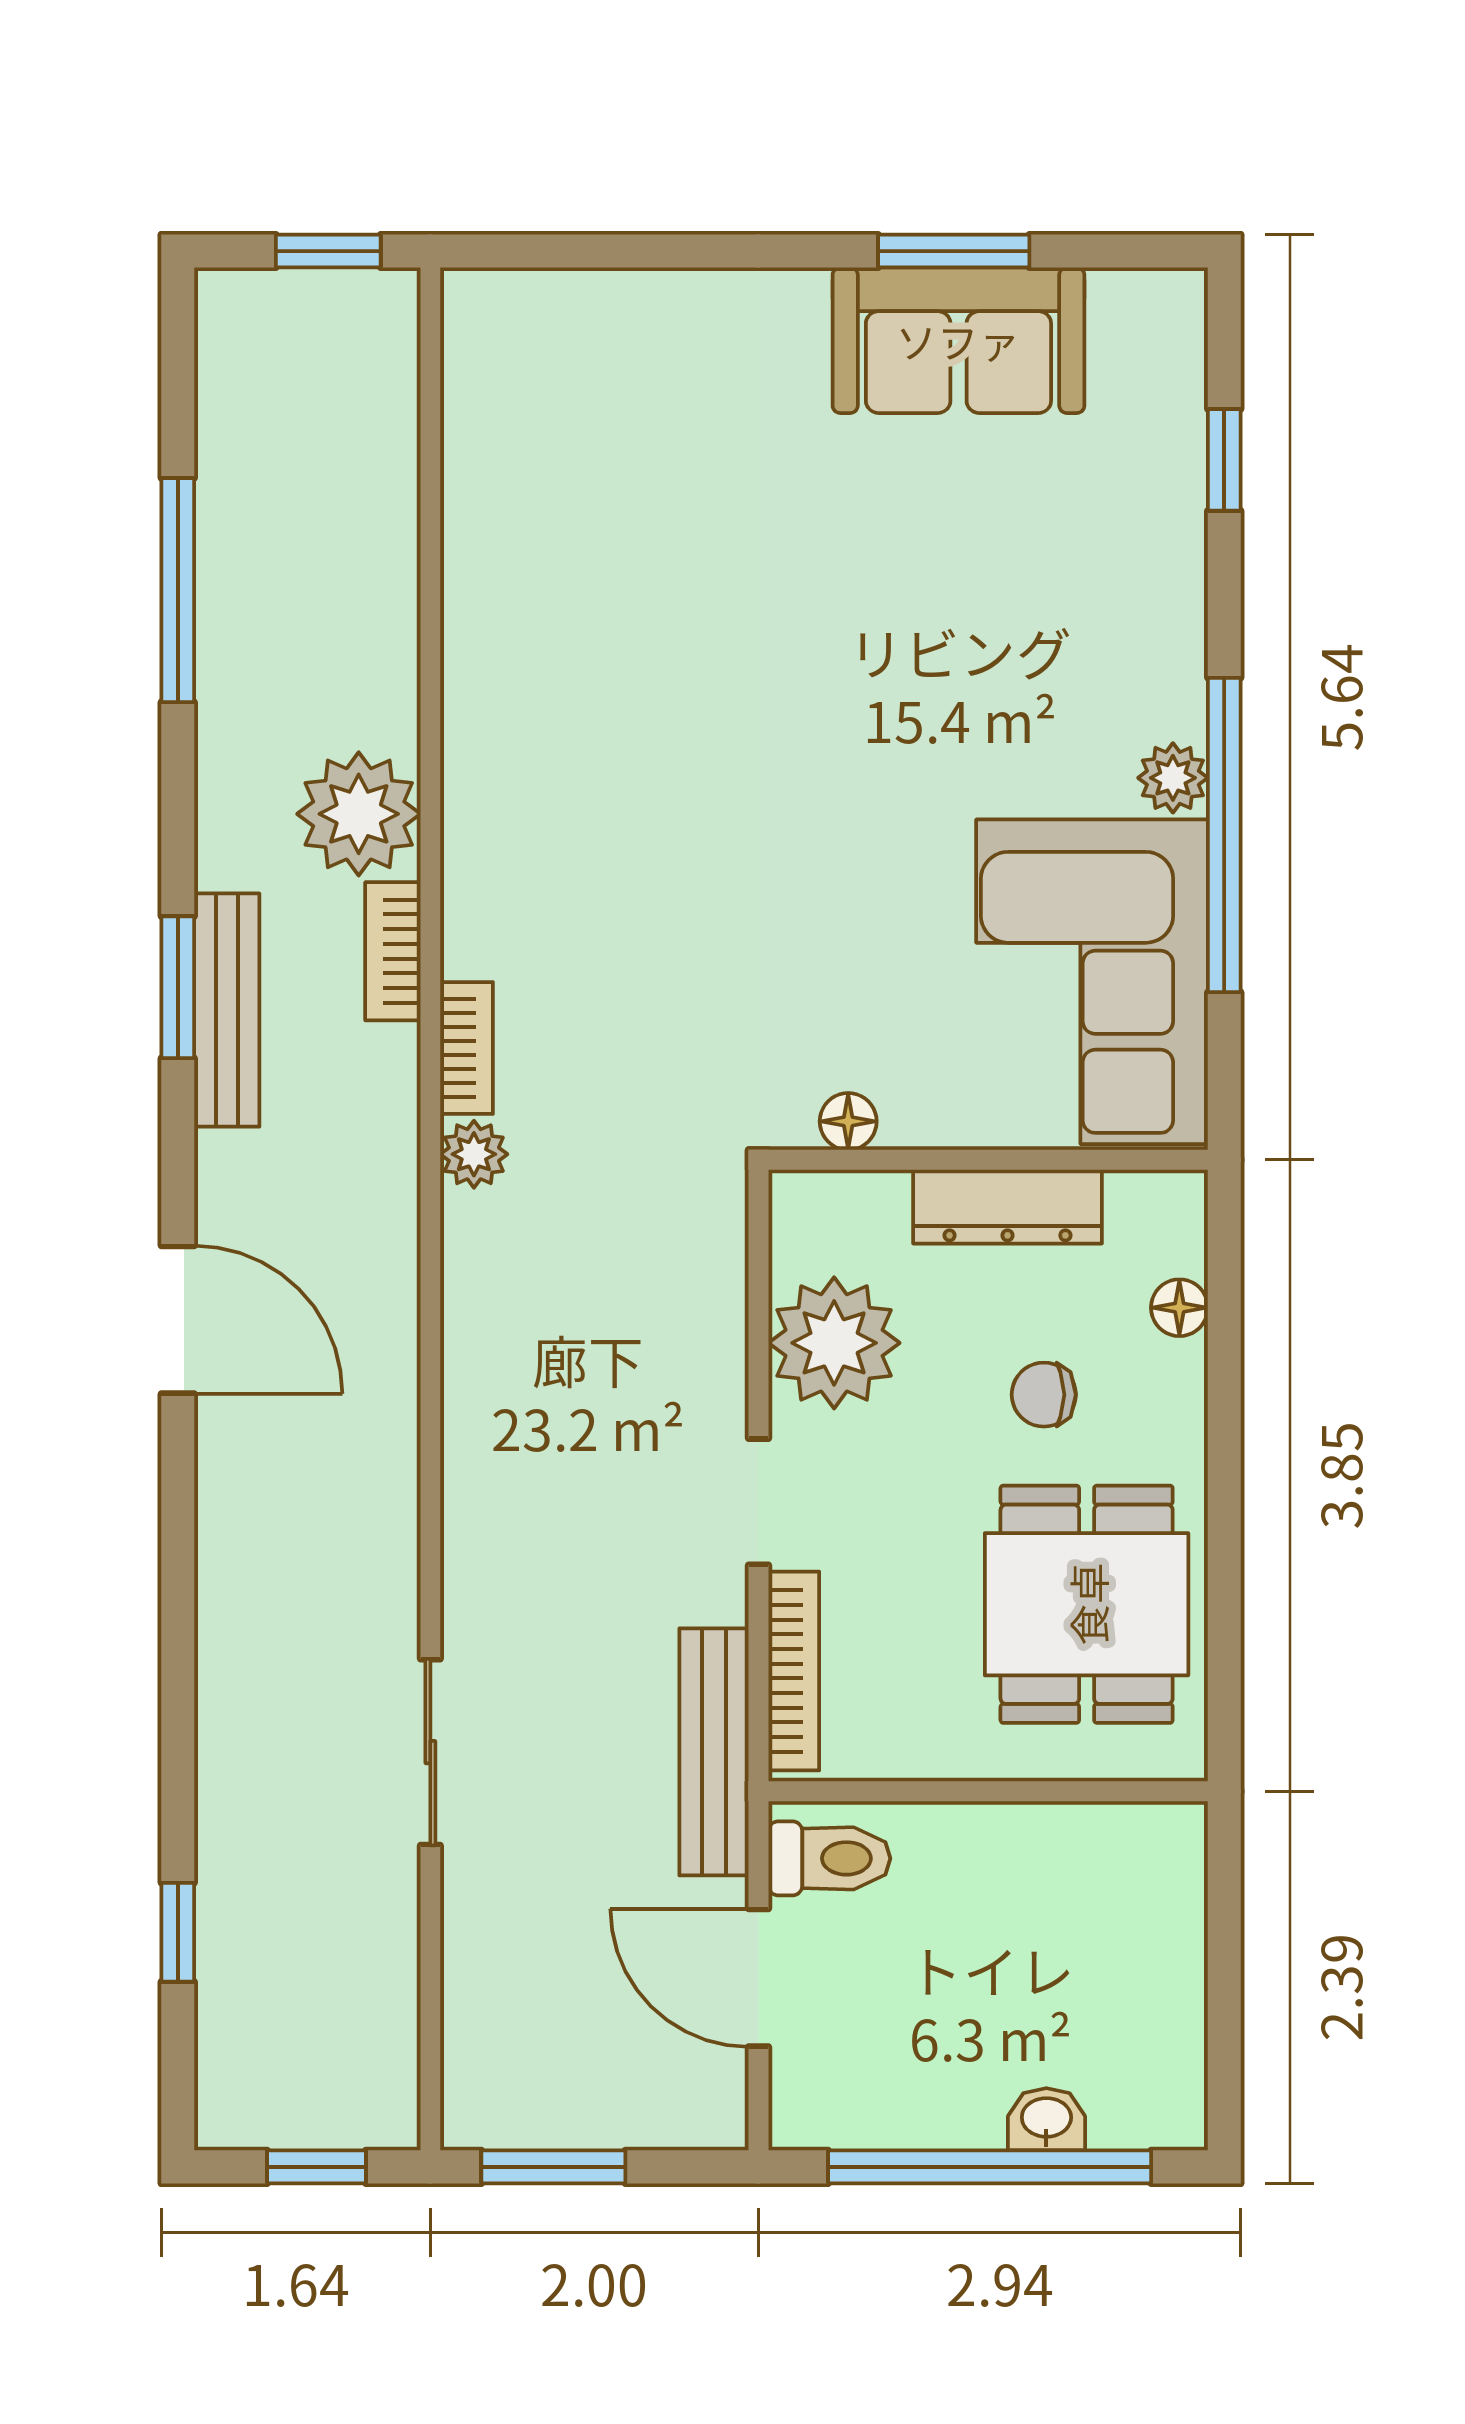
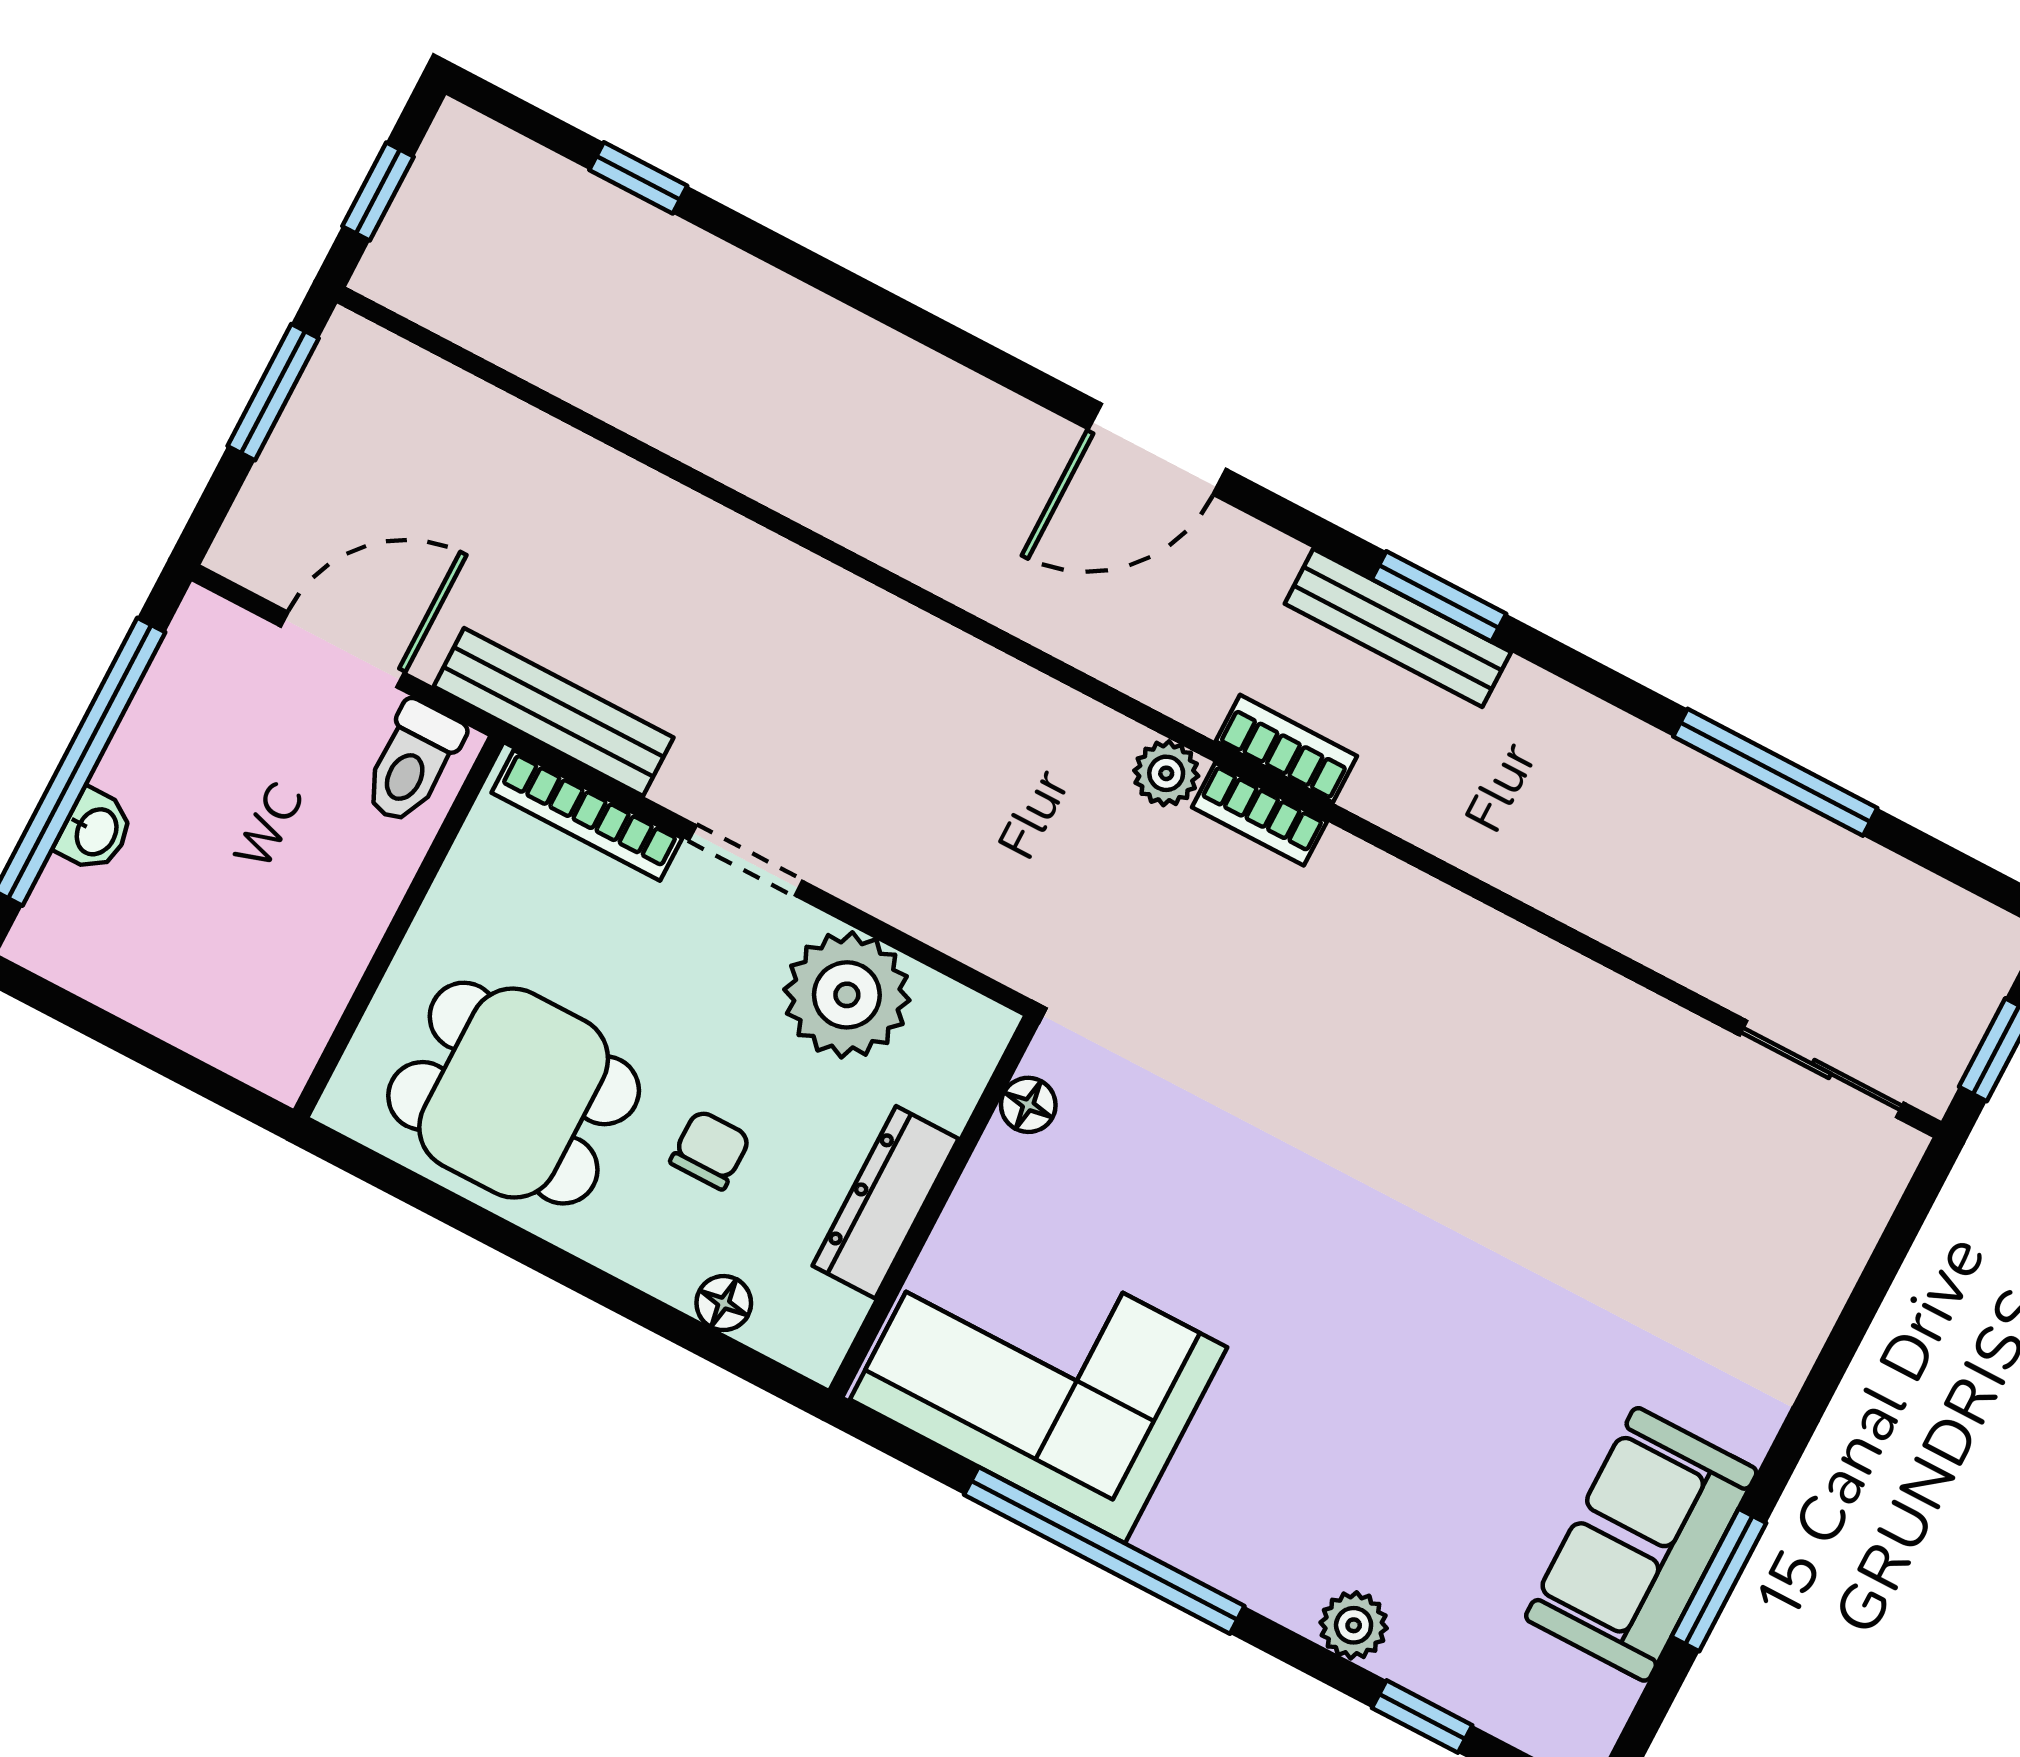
plant: (1173, 778) -> (1354, 1625), moved
plant: (359, 814) -> (1506, 826), removed
bookcase: (393, 951) -> (1286, 749), moved
sliding door: (430, 1752) -> (1822, 1069), moved

